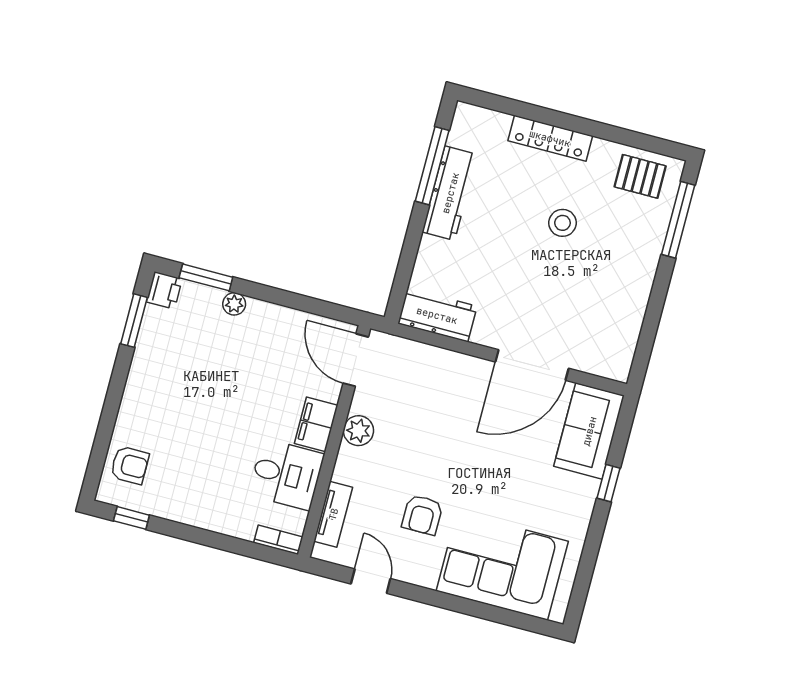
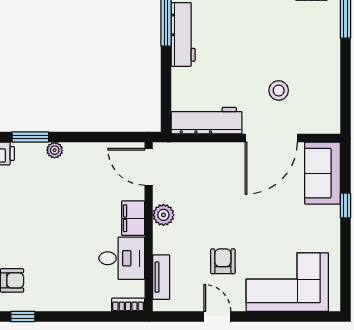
stool: (563, 223) -> (279, 90), moved
workbench: (437, 315) -> (207, 121), width x1.38
armchair: (422, 515) -> (223, 261), turned 180
door: (371, 581) -> (217, 316), moved

